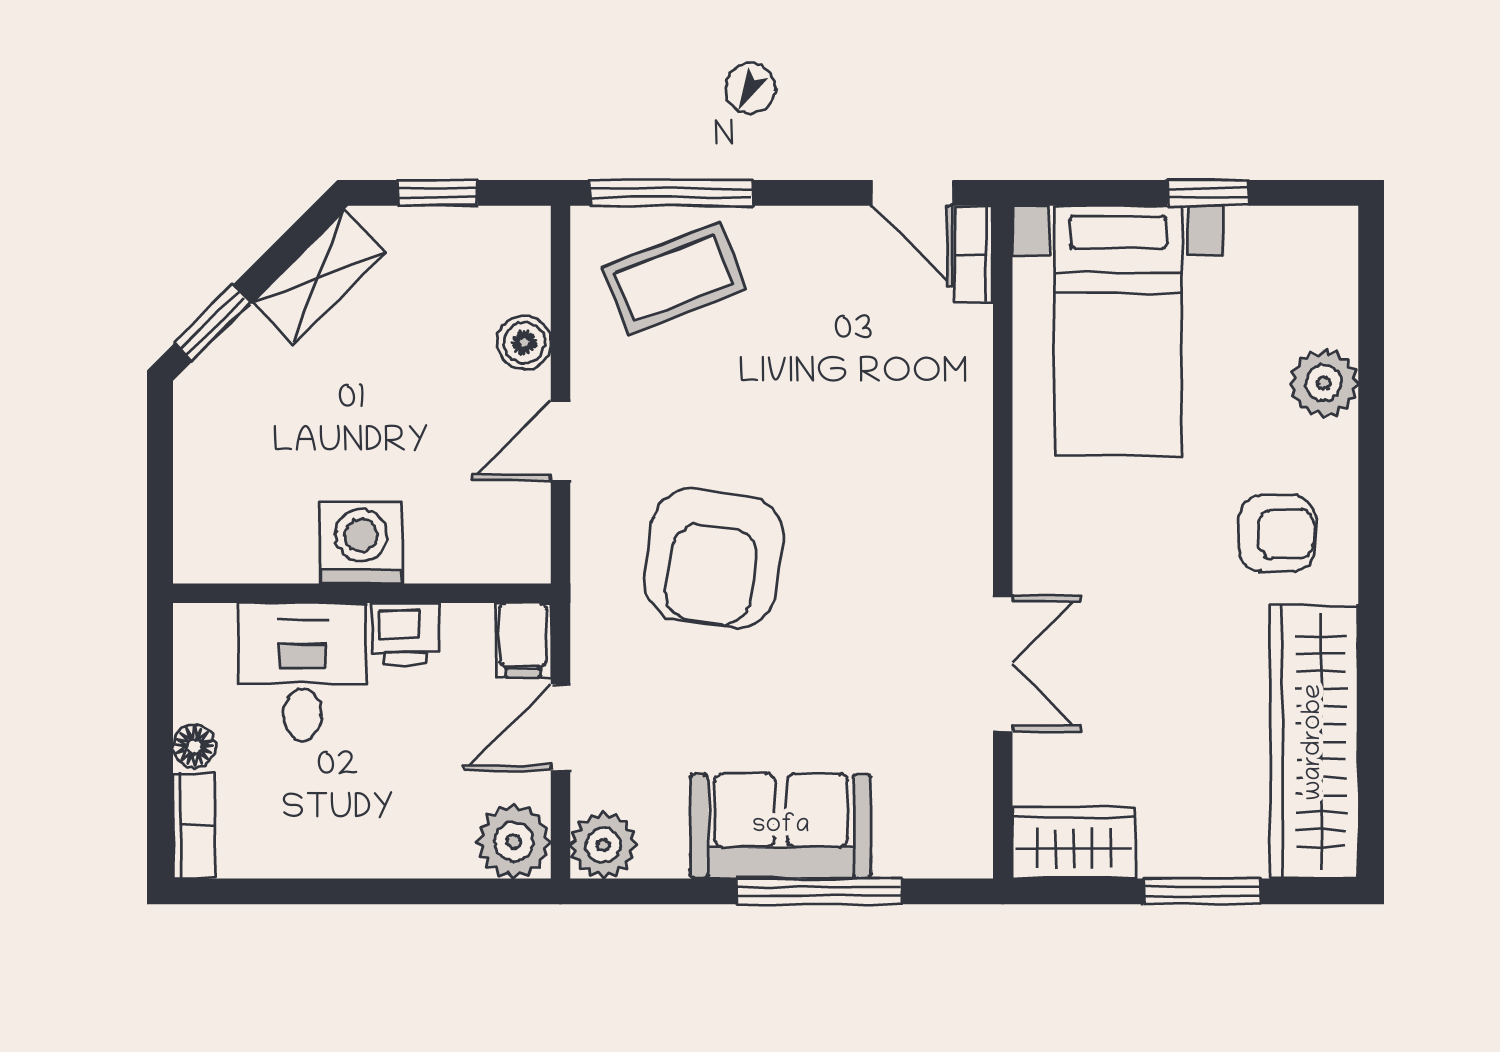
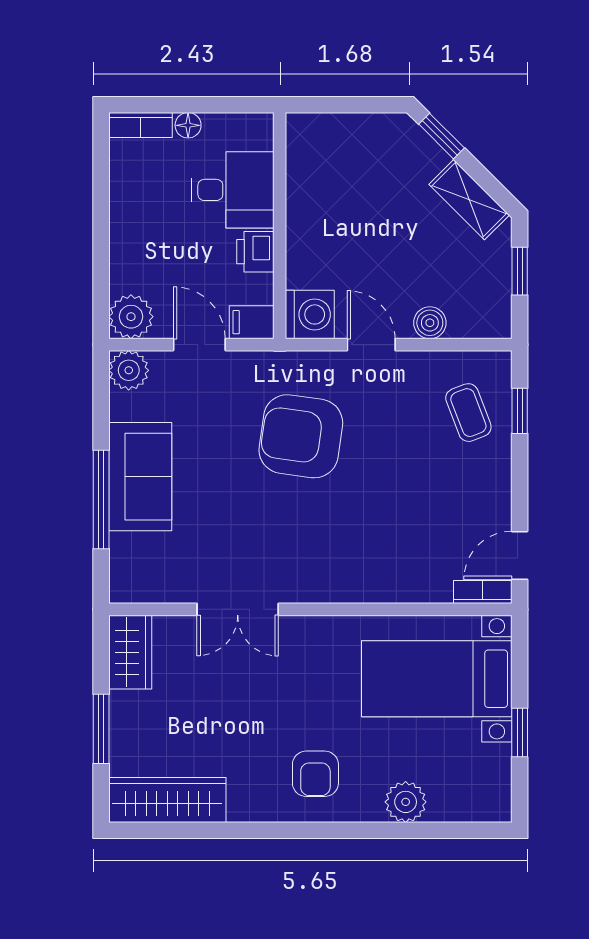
window: (671, 193) -> (520, 411), width x0.46
coffee table: (674, 278) -> (468, 413), width x0.73, depth x0.77
washing machine: (361, 543) -> (310, 314), moved
wardrobe: (1314, 742) -> (167, 800), width x0.71, depth x0.85

